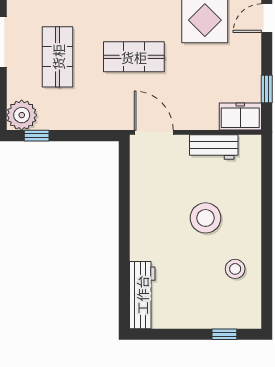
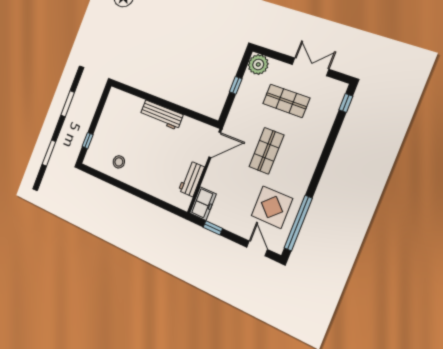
window: (37, 136) -> (236, 85), moved
stool: (205, 218) -> (153, 156), removed
workbench: (142, 295) -> (161, 115), moved

